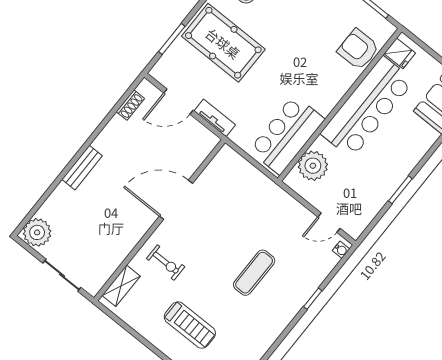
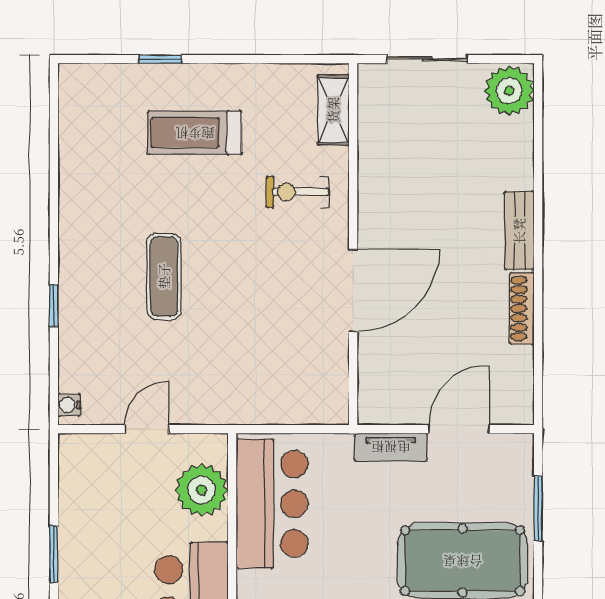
shoe rack: (130, 105) -> (522, 308), moved, width x1.43
door: (329, 223) -> (147, 429), moved

